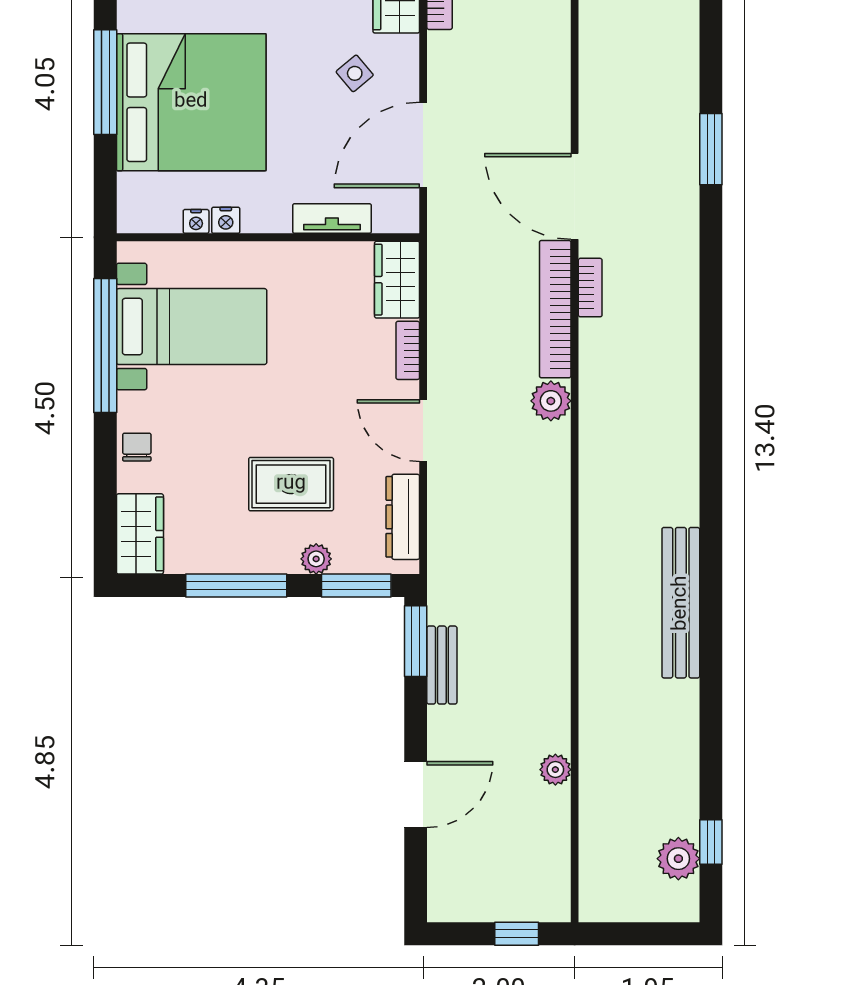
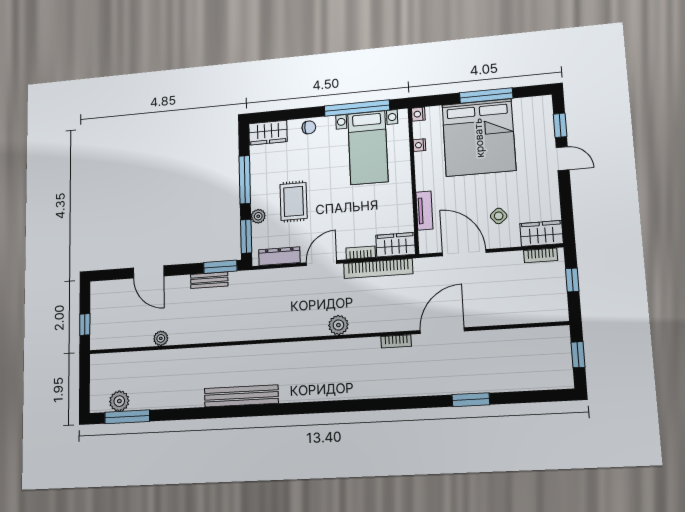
nightstand: (226, 220) -> (418, 114), moved
bookcase: (555, 309) -> (378, 269), moved, turned 180
window: (711, 842) -> (127, 417), width x2.17

